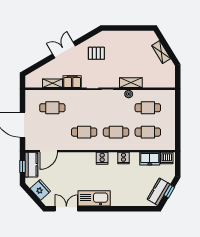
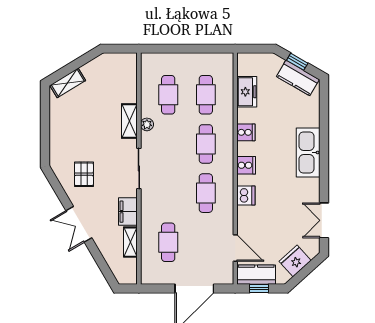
shelving: (161, 52) -> (68, 83), moved
dishwasher: (167, 158) -> (246, 196), moved
kitchen sink: (94, 198) -> (308, 152), moved

